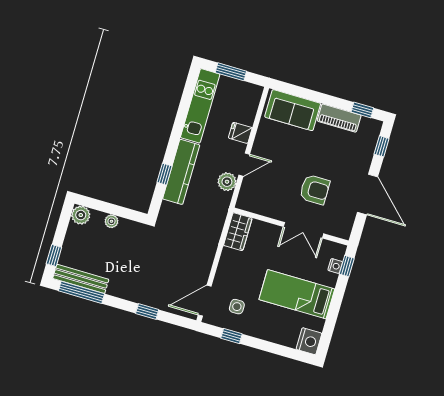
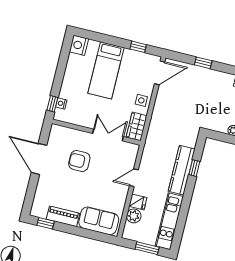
window: (382, 146) -> (30, 196), removed
plant: (227, 182) -> (134, 216), moved
double door: (303, 230) -> (108, 135), moved
bed: (297, 294) -> (106, 70), moved, turned 90
side table: (237, 307) -> (141, 100), moved

